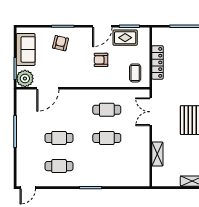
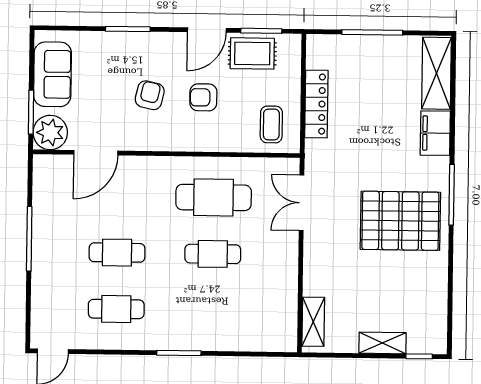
armchair: (60, 43) -> (150, 95), moved
cafe table: (107, 110) -> (214, 197), width x1.37, depth x1.35
shelving: (157, 154) -> (313, 322), moved

